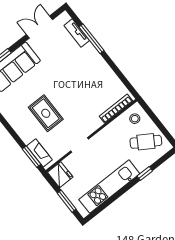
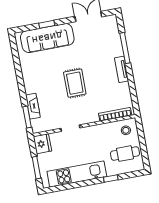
tv unit: (77, 33) -> (121, 69), moved
rug: (46, 113) -> (75, 83), moved
cafe table: (146, 142) -> (125, 154), turned -32
fireplace: (39, 153) -> (33, 106), moved

